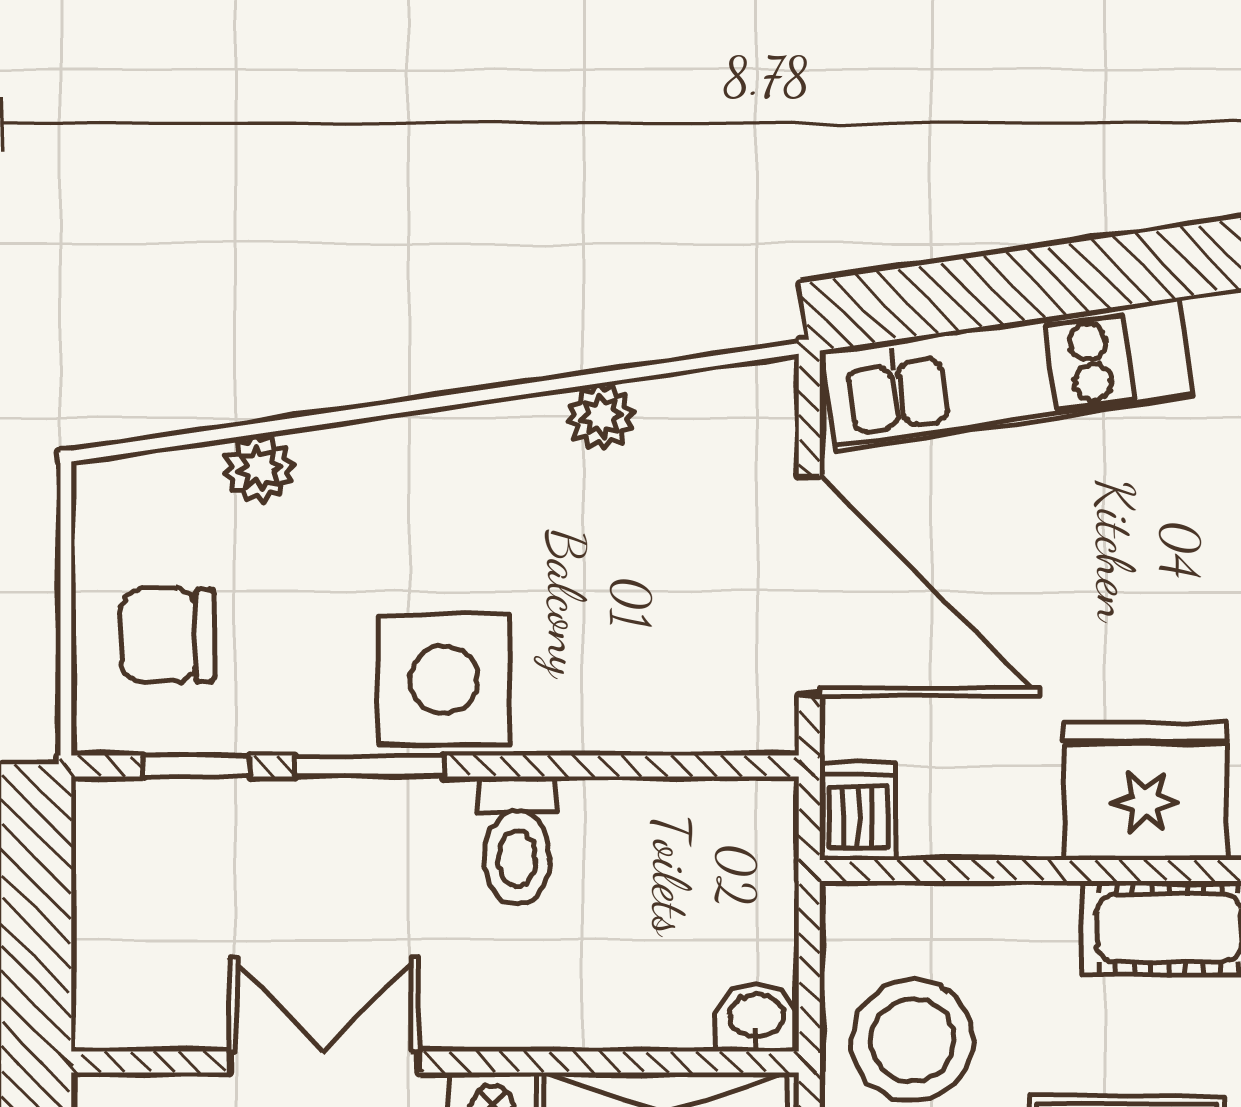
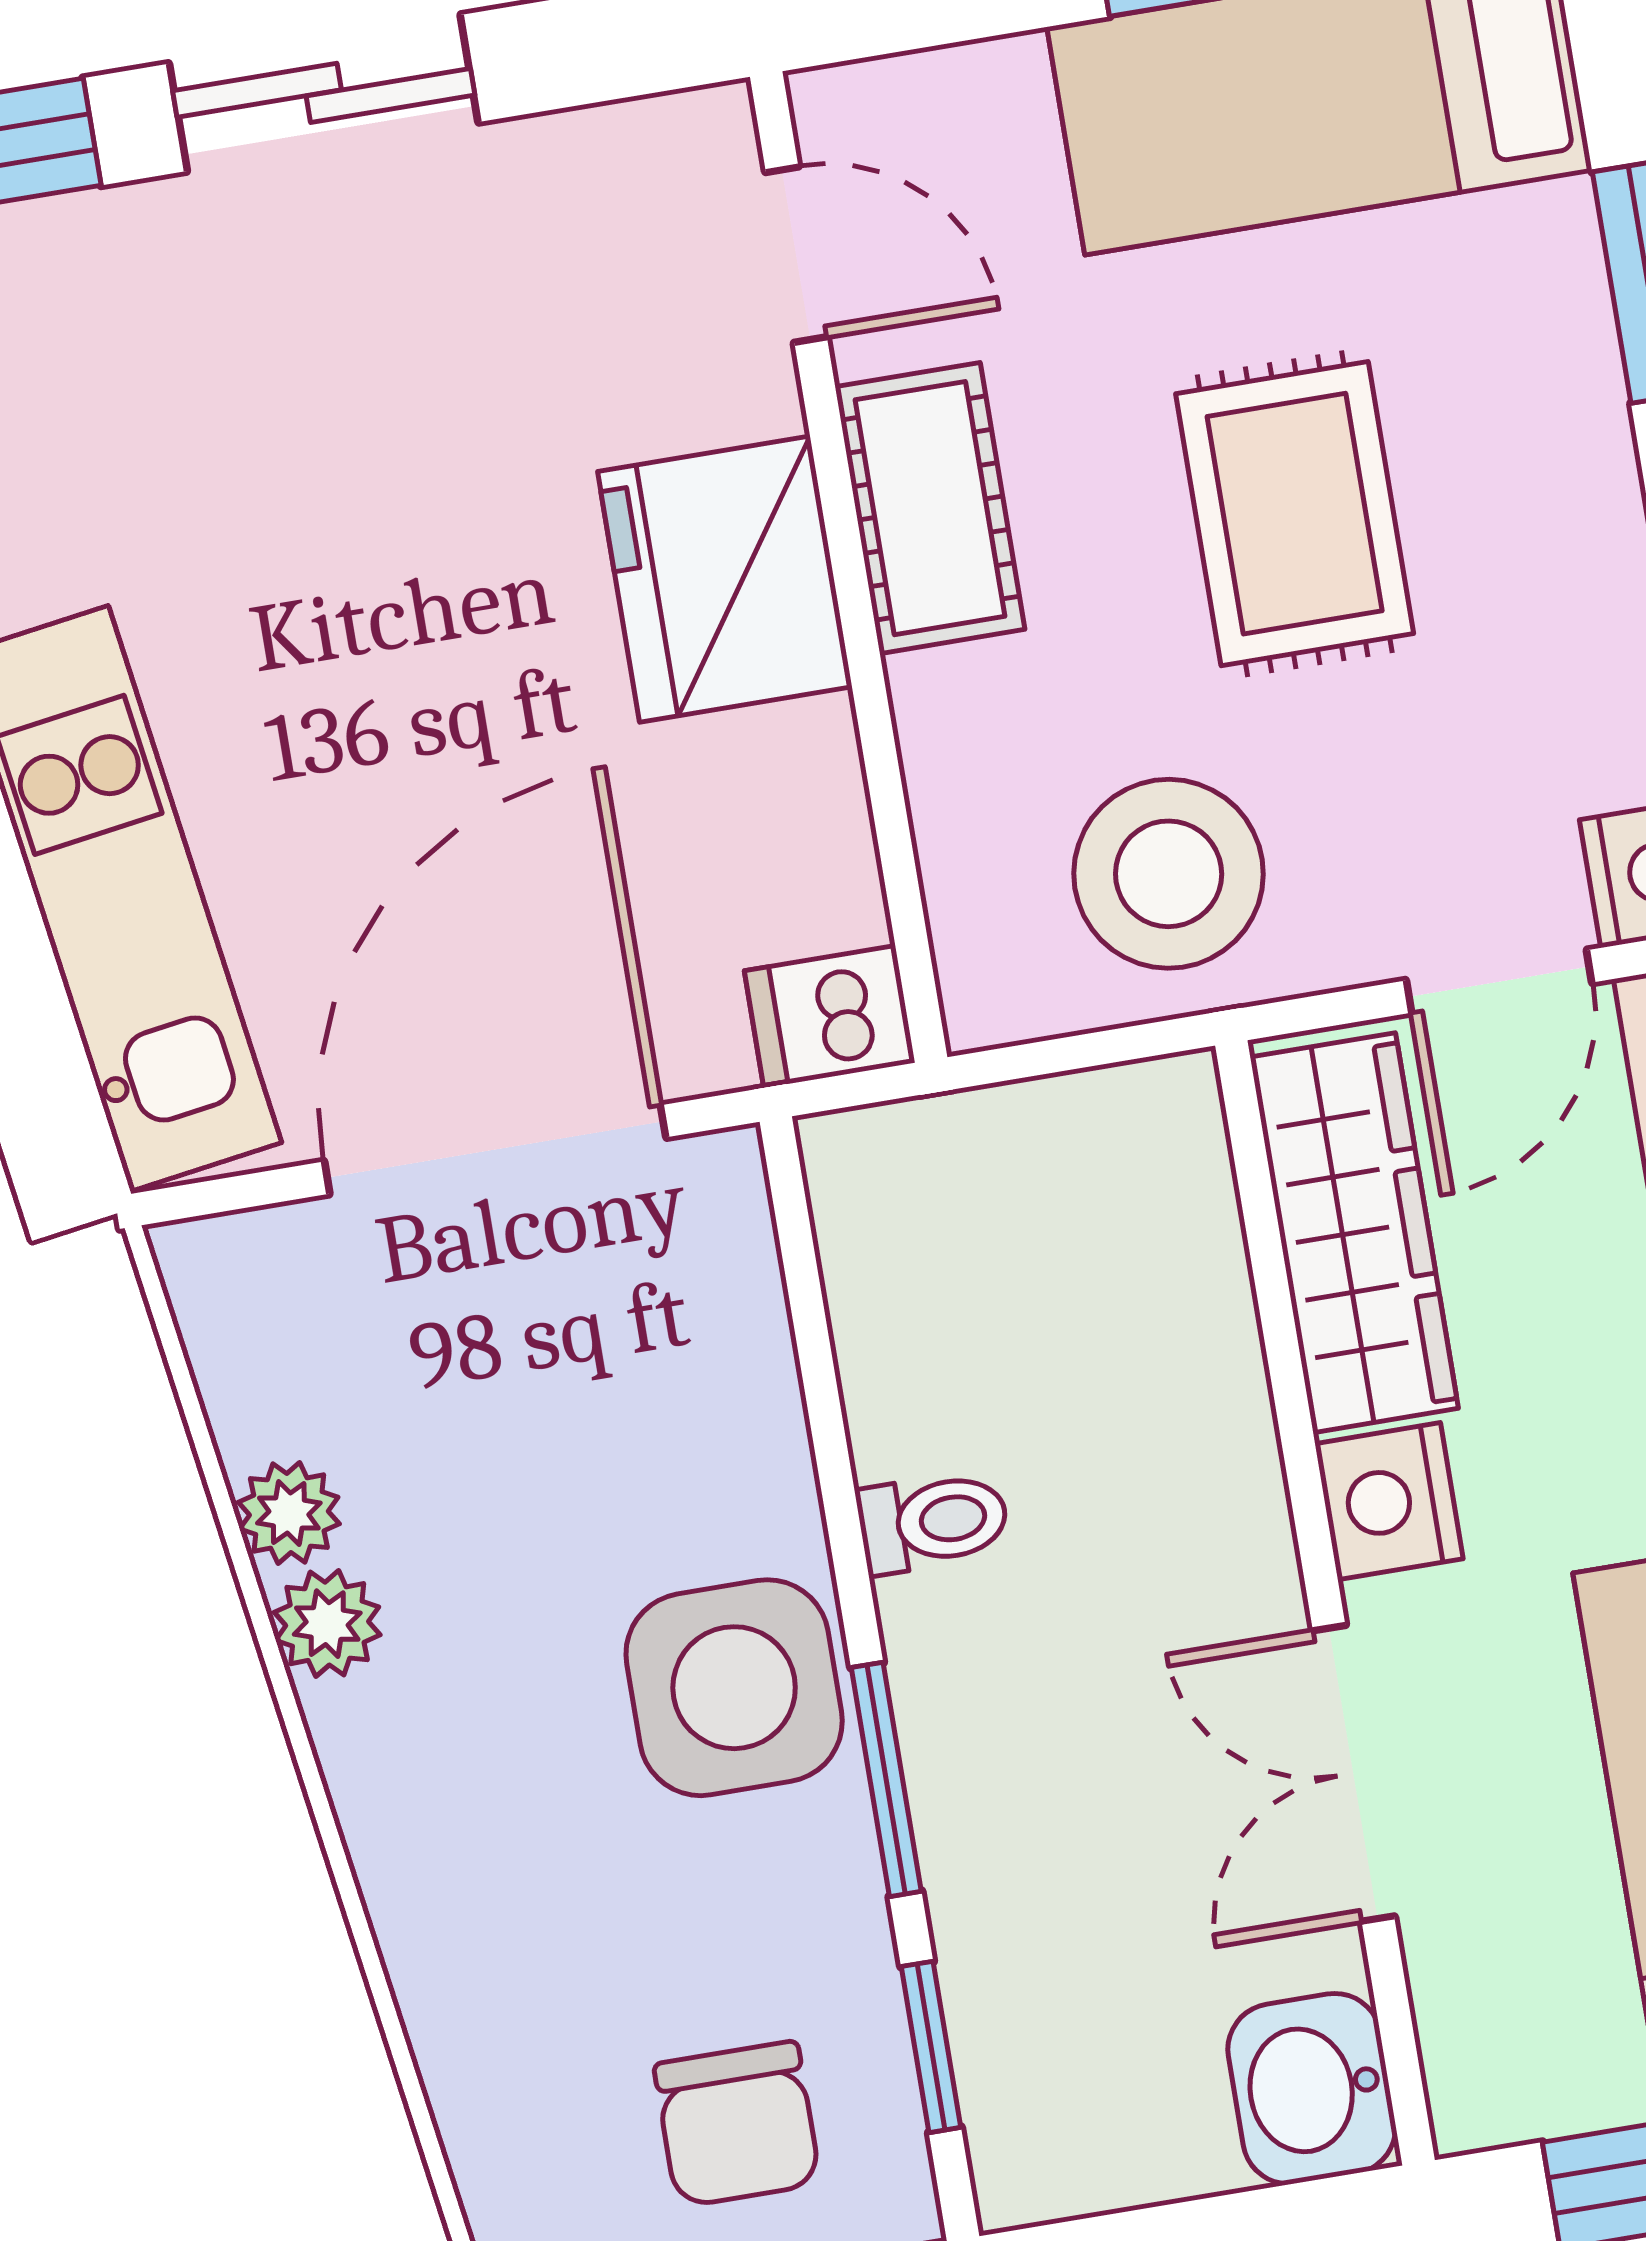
plant: (259, 469) -> (327, 1624), moved
toilet: (517, 841) -> (933, 1522), width x0.73, depth x0.72
washbasin: (757, 1018) -> (1312, 2089), moved, width x1.38, depth x1.45

